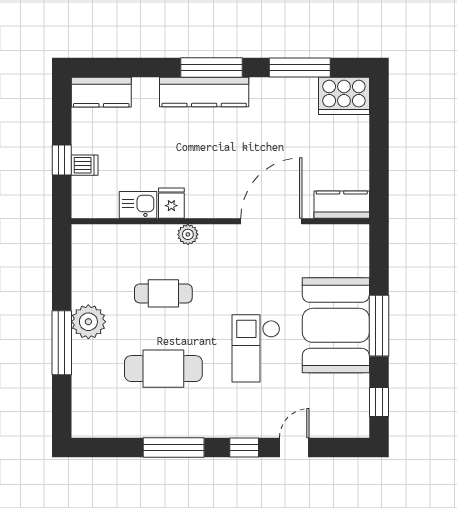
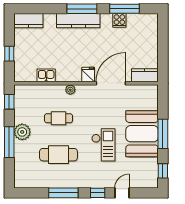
cooker: (344, 96) -> (119, 20), moved, width x0.53, depth x0.76
dishwasher: (85, 165) -> (20, 56), removed
fridge: (171, 203) -> (88, 75), moved
window: (62, 259) -> (9, 102), added
checkout: (256, 348) -> (103, 145), turned 180

